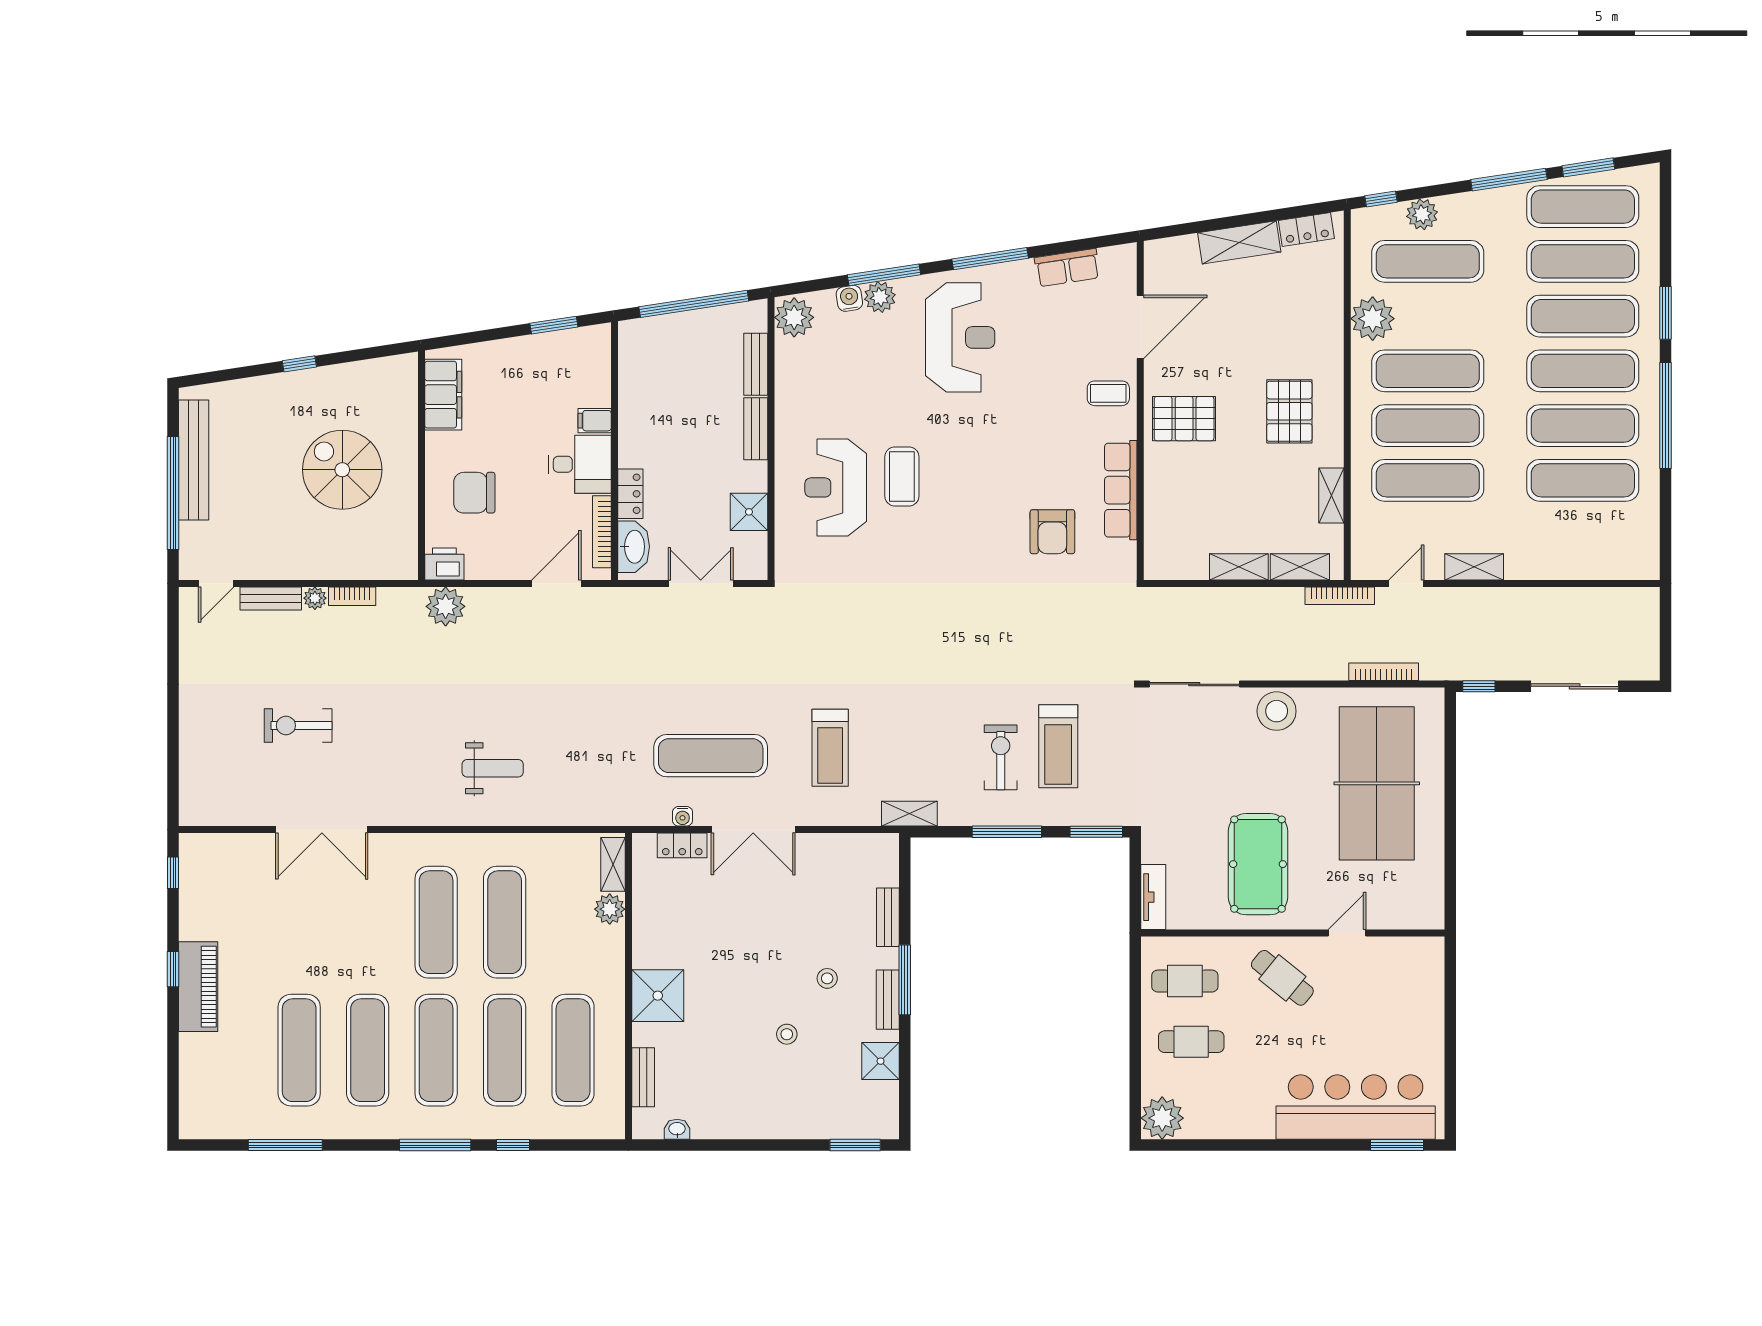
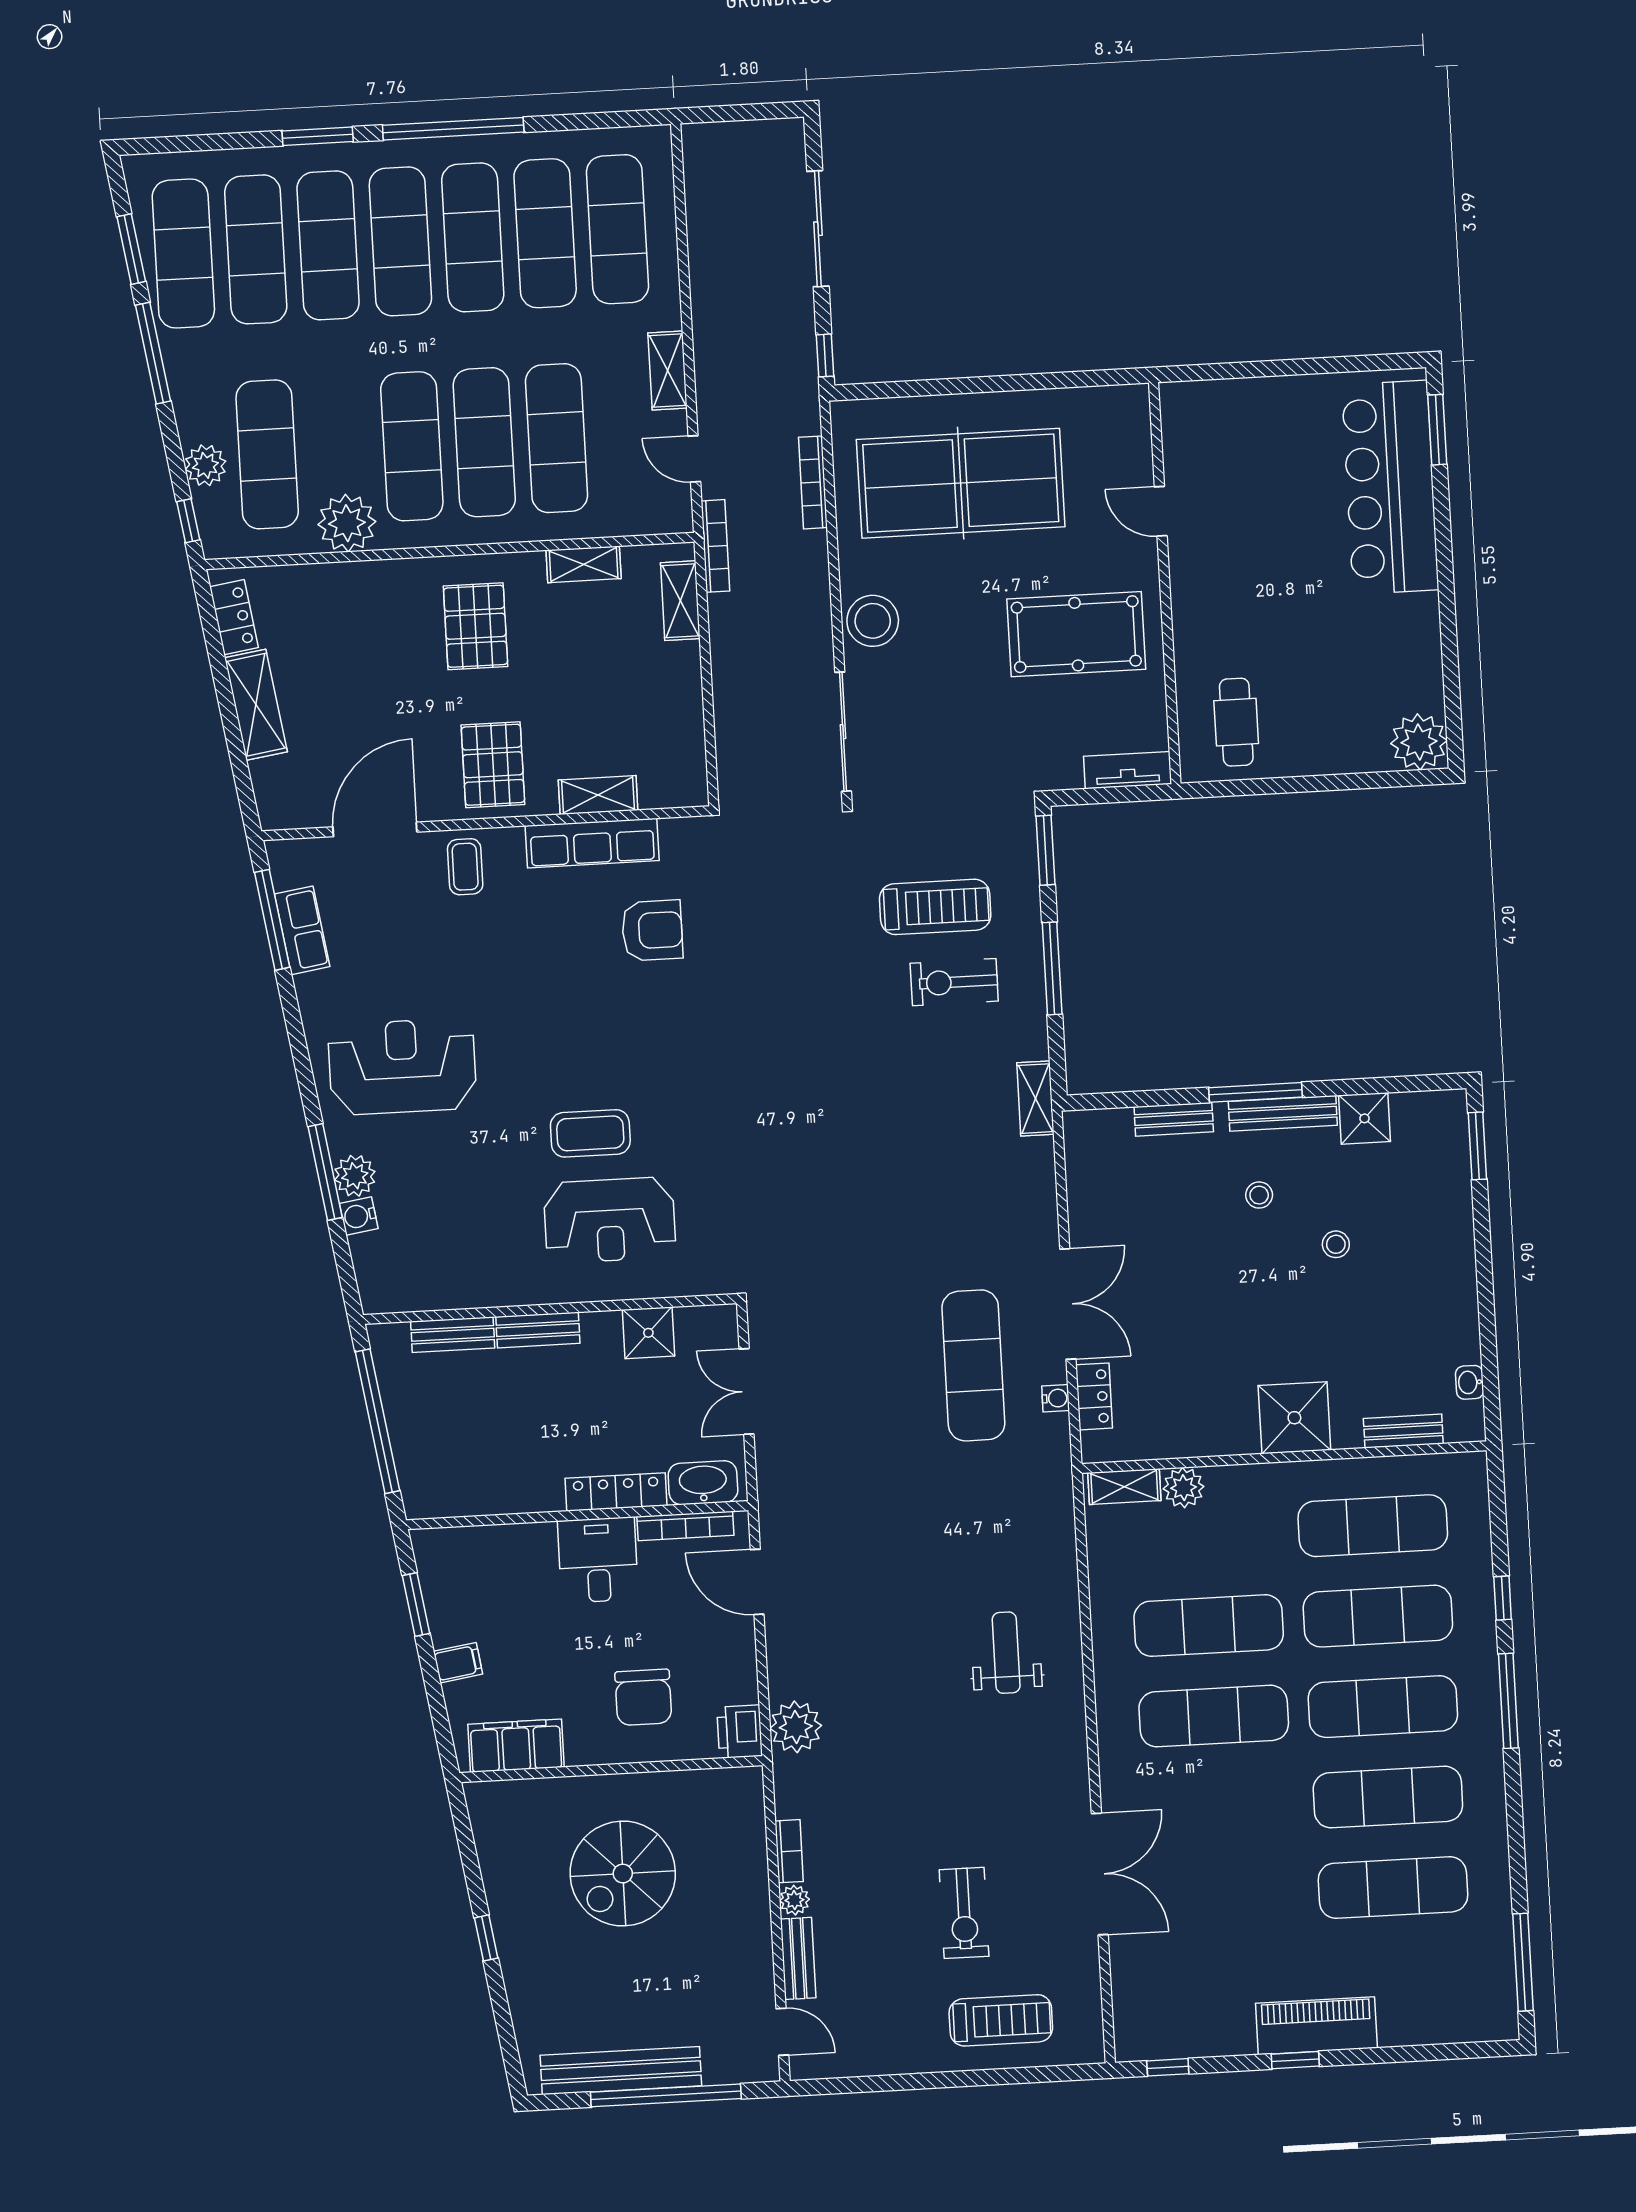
window: (990, 259) -> (272, 920), moved
plant: (794, 317) -> (388, 1287), removed
door: (1140, 327) -> (375, 829), hinge flipped
pallet: (1289, 411) -> (476, 626), turned 90
filing cabinet: (595, 421) -> (458, 1663), moved, turned -99
locker: (630, 494) -> (616, 1492), width x1.53
exercise mat: (1583, 535) -> (617, 229), added
shelving: (1239, 567) -> (598, 795), moved, turned 90
treadmill: (830, 748) -> (1001, 2020), moved
cafe table: (1282, 978) -> (1225, 594), removed
bench: (888, 1000) -> (1283, 1113), width x1.36
cafe table: (1191, 1042) -> (1316, 709), removed
window: (285, 1145) -> (1523, 1962), moved

